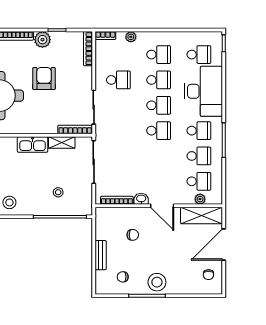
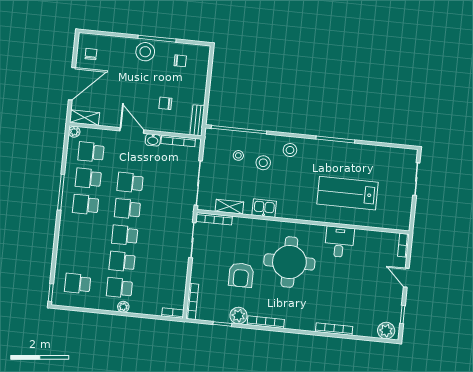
plant: (131, 37) -> (123, 307), moved
school desk: (118, 80) -> (130, 183), moved
desk: (203, 91) -> (77, 245), removed
kitchen sink: (33, 145) -> (264, 208), width x0.73
stool: (34, 188) -> (263, 163), added
plant: (200, 199) -> (74, 132), moved
shelving: (202, 215) -> (84, 118), width x0.67, depth x0.75
bench: (101, 255) -> (197, 120), moved

